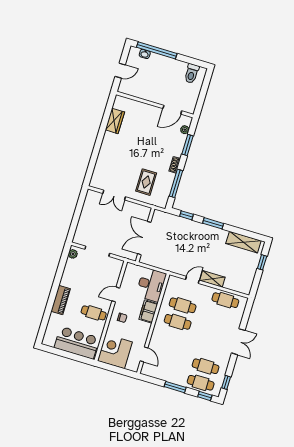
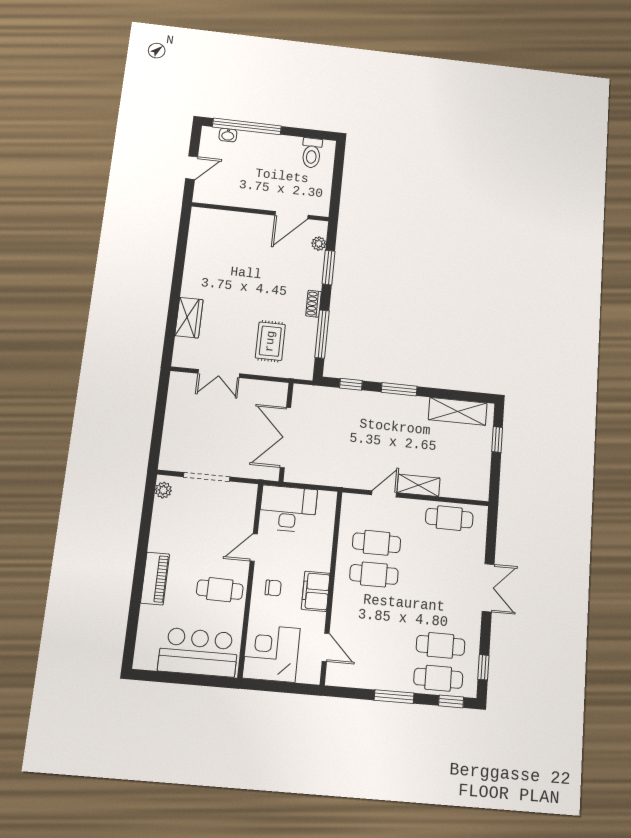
wardrobe: (115, 121) -> (189, 318), moved
desk: (151, 285) -> (288, 509), moved, turned -90
filing cabinet: (148, 311) -> (316, 591), moved

